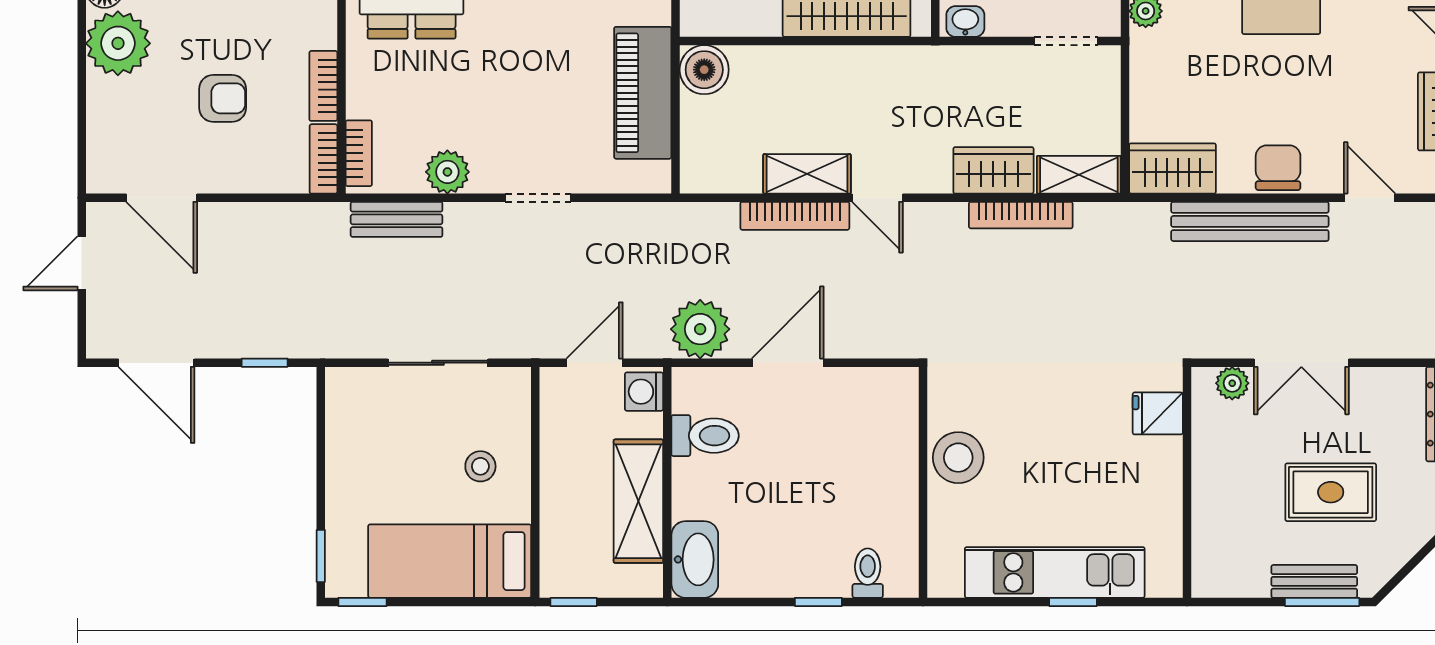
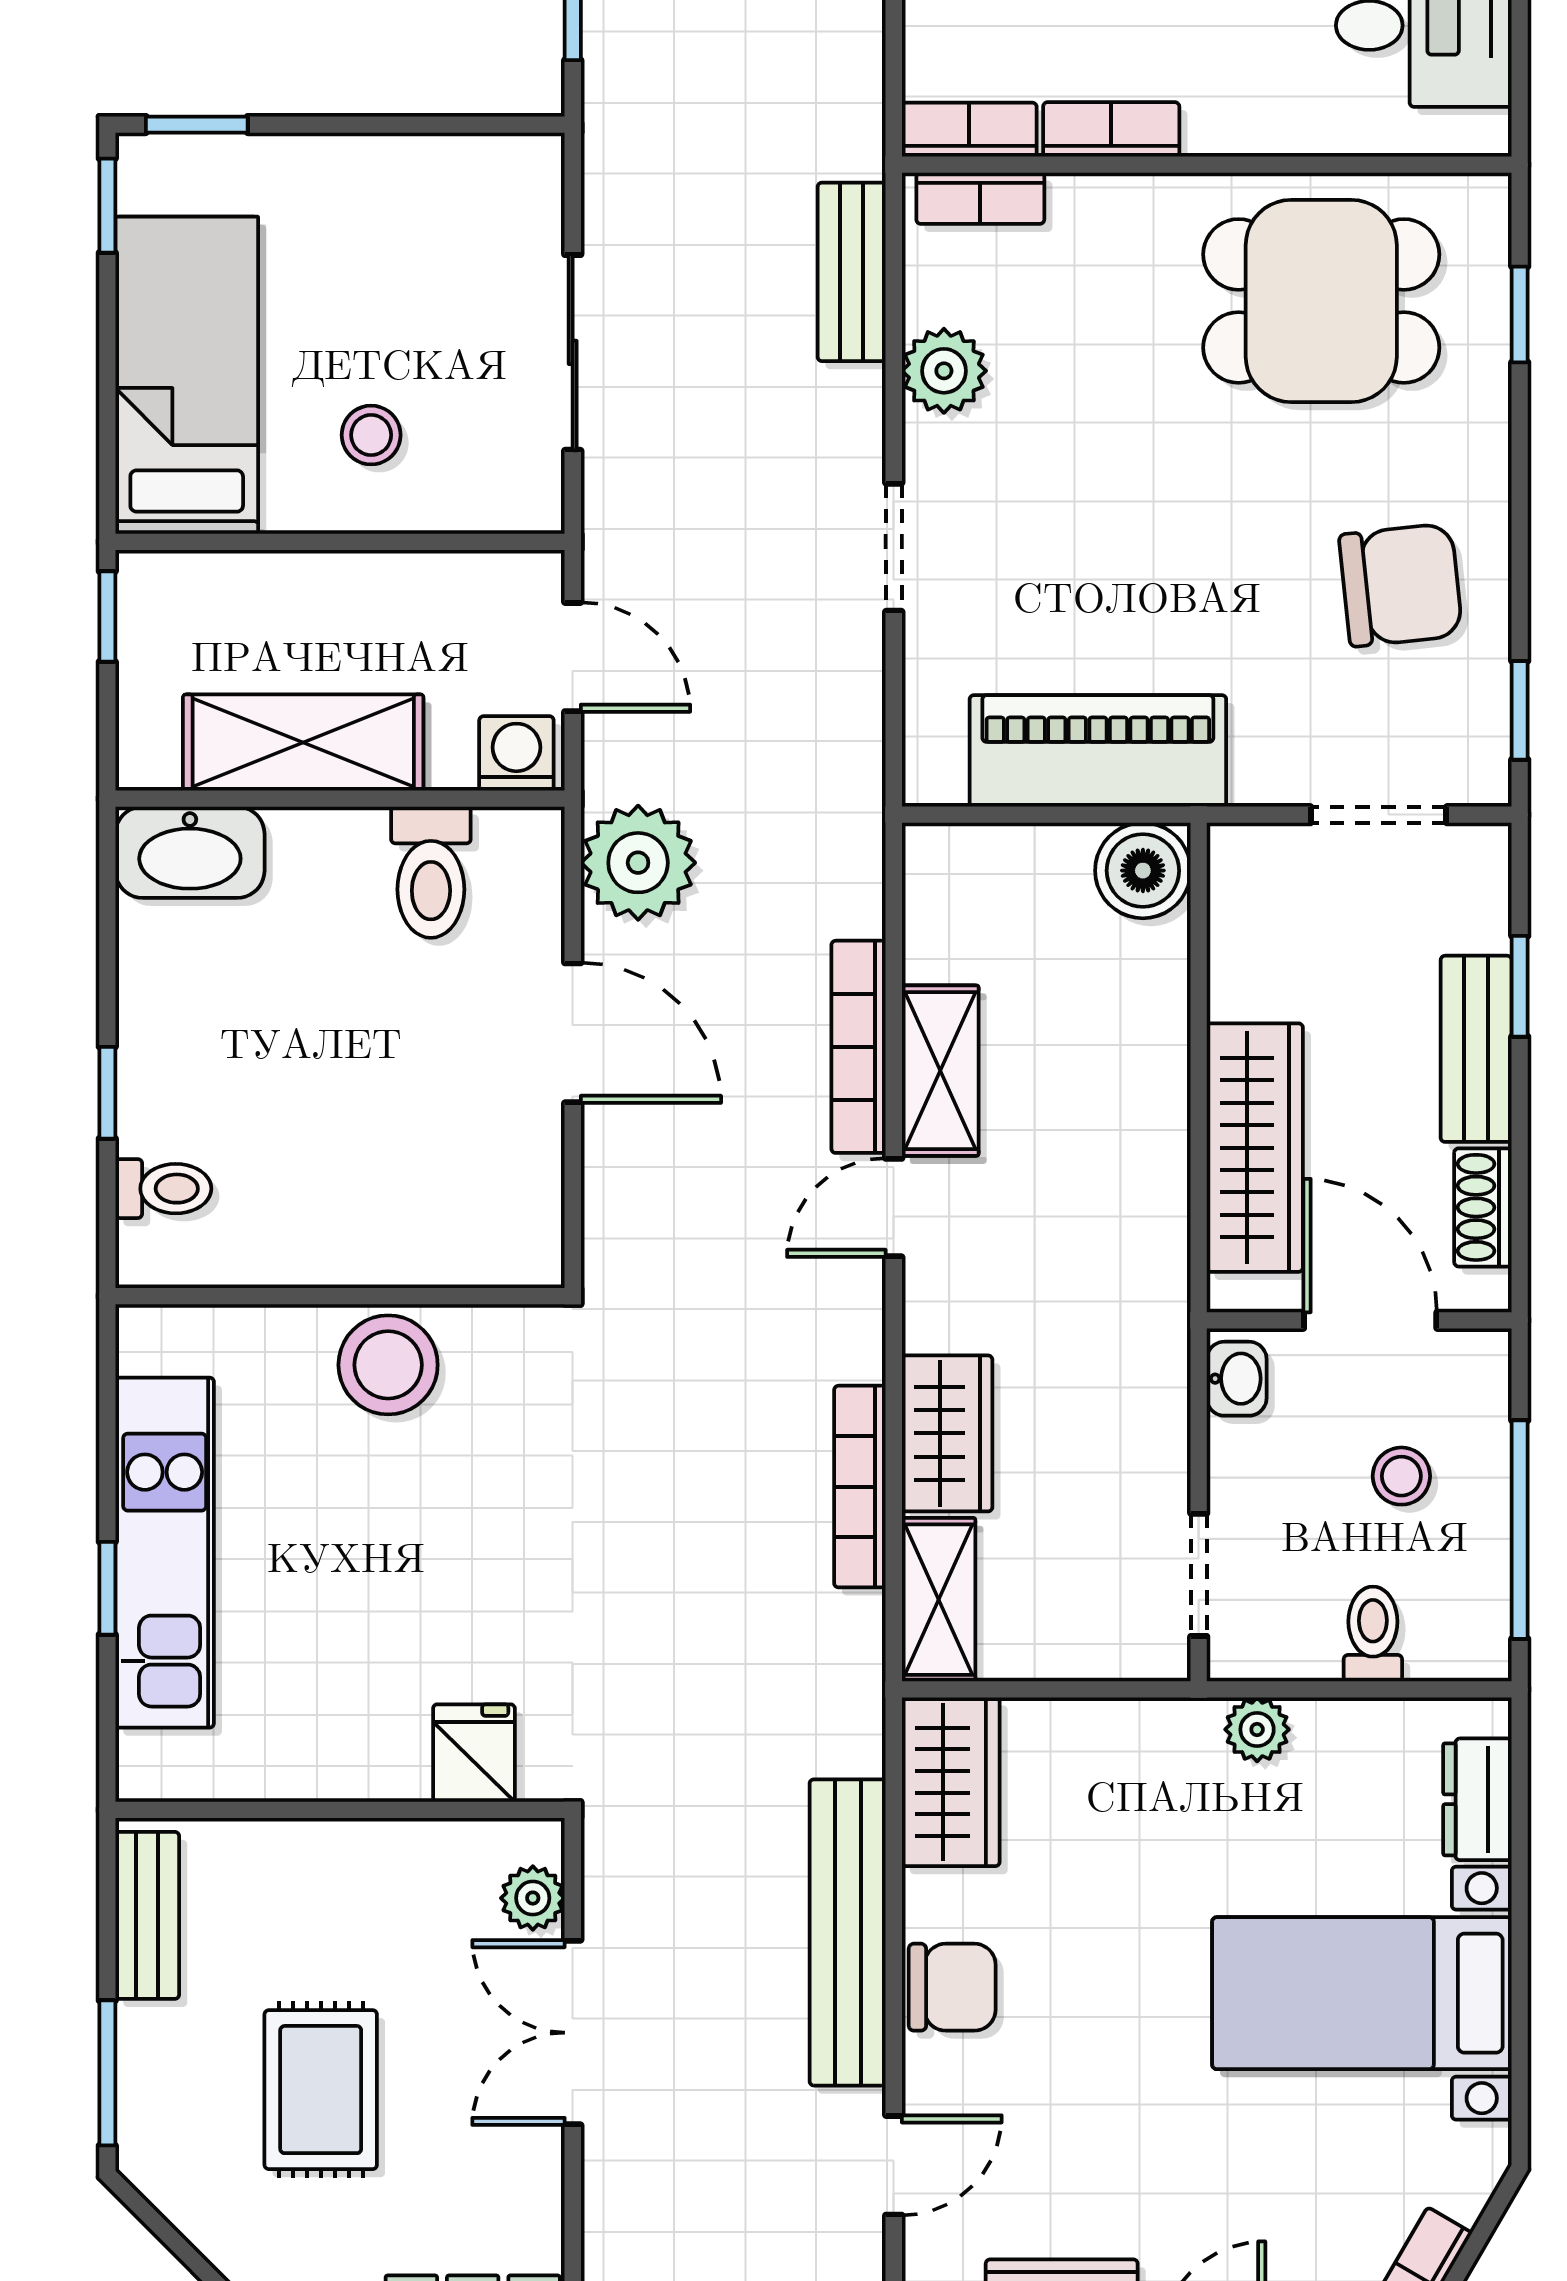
bench: (1314, 581) -> (147, 1915), moved

